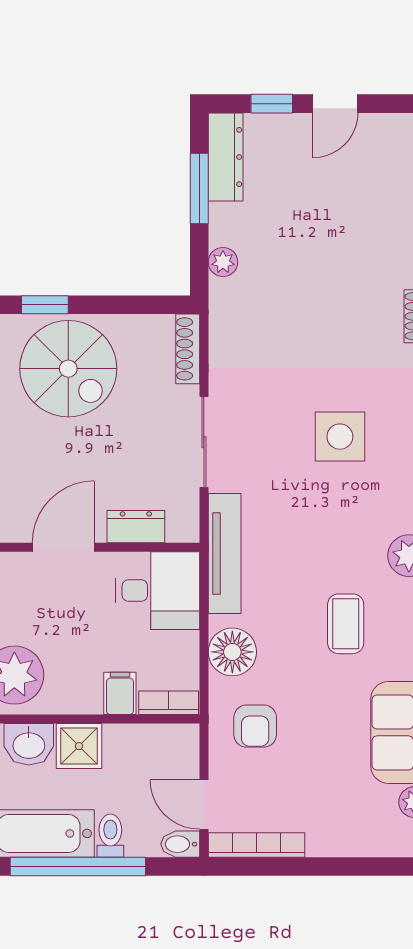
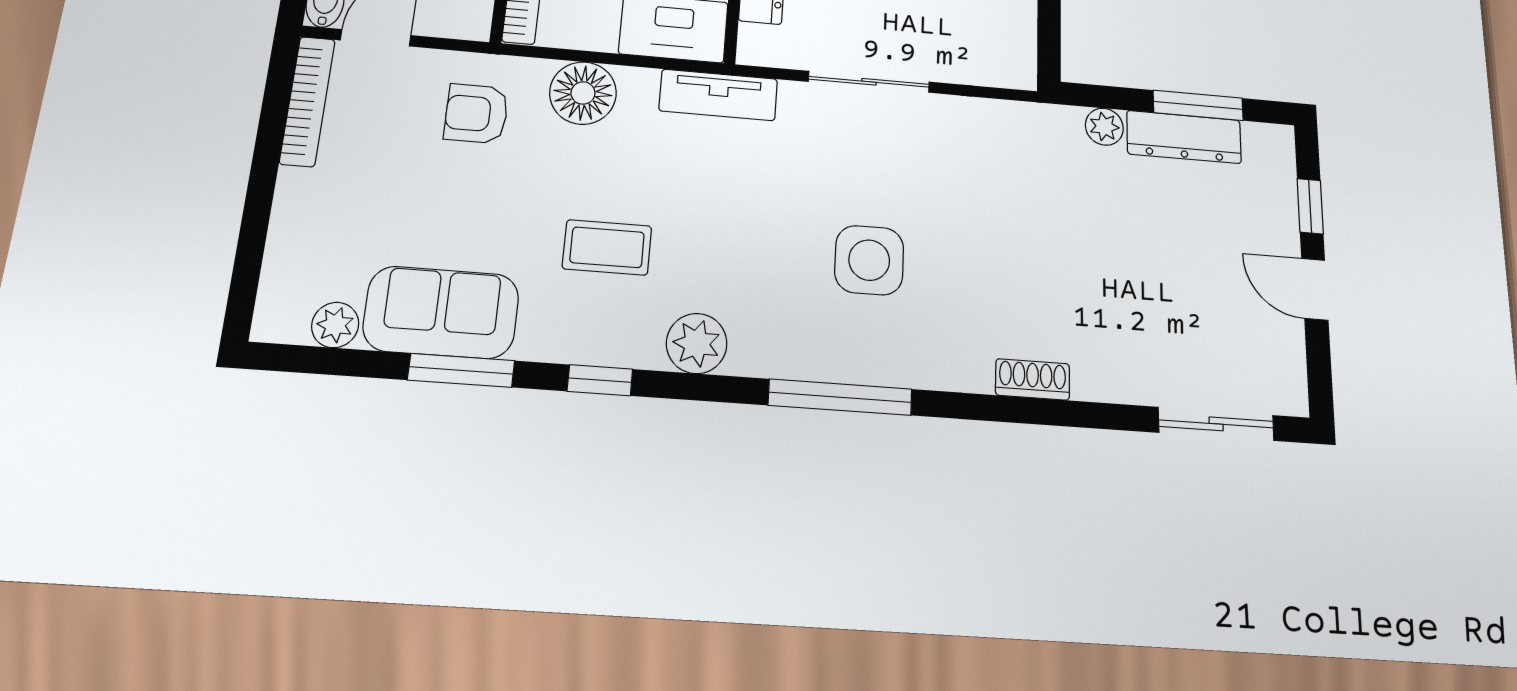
dresser: (226, 157) -> (1184, 137), moved
shoe rack: (188, 349) -> (992, 73), removed
tv unit: (225, 554) -> (718, 95), width x0.71

